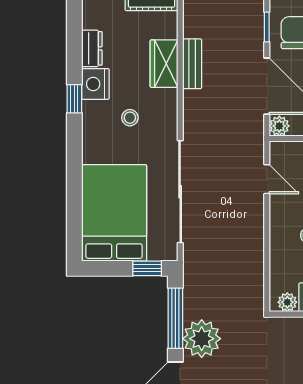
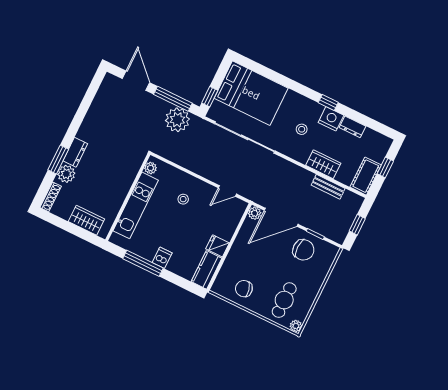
bench: (192, 64) -> (328, 187), moved
plant: (202, 339) -> (177, 120), moved

